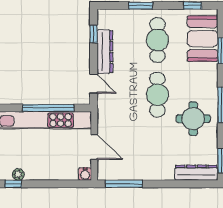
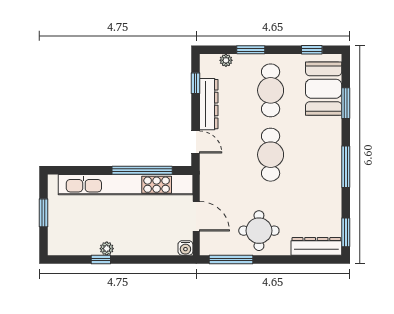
plant: (120, 14) -> (226, 60), added
round table: (193, 119) -> (259, 231), moved

